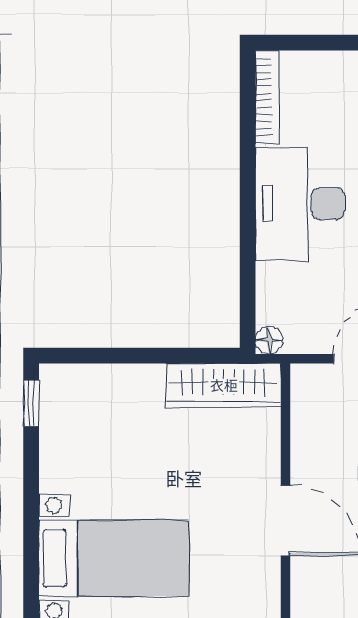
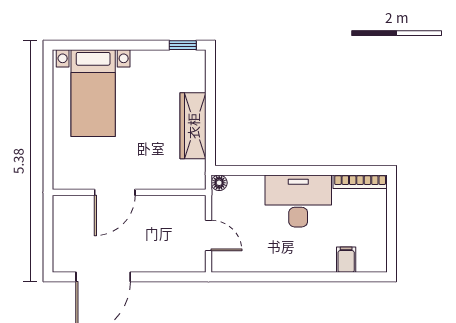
wardrobe: (224, 385) -> (193, 126), moved

